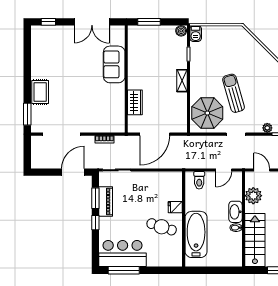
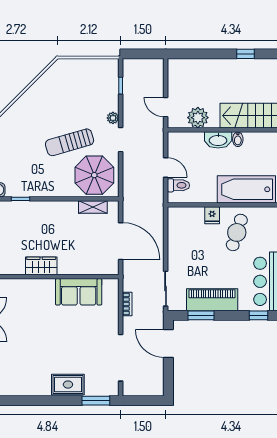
sofa: (114, 64) -> (79, 292), moved
shelving: (182, 81) -> (93, 207), moved
wardrobe: (135, 102) -> (41, 266), moved
plant: (267, 128) -> (113, 118), moved
door: (224, 170) -> (166, 167), moved
door: (262, 170) -> (166, 107), hinge flipped
piano: (106, 202) -> (212, 300), width x1.37, depth x1.33
window: (95, 223) -> (259, 315), moved

